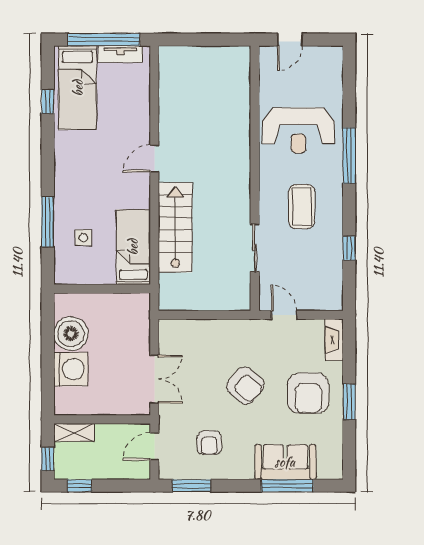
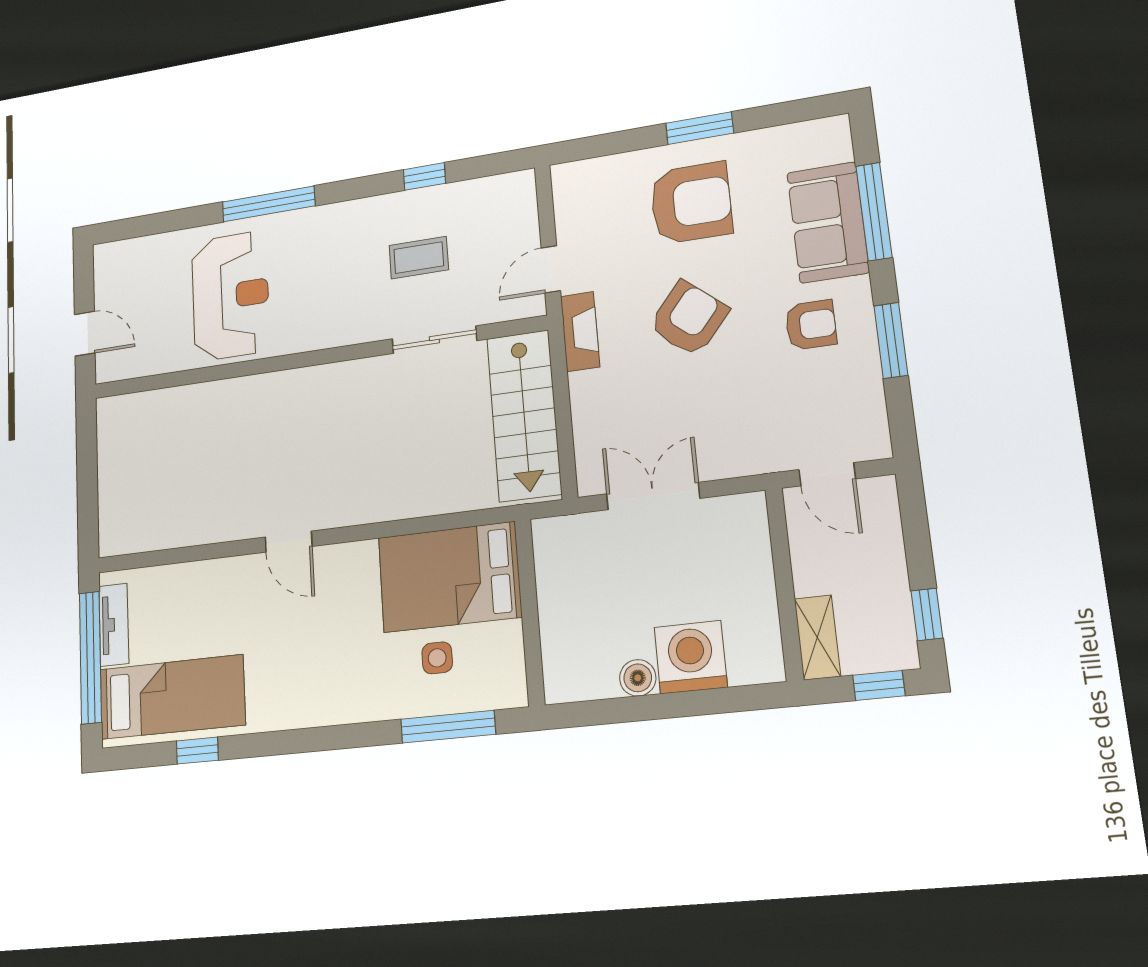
coffee table: (302, 207) -> (419, 258), moved, width x0.73, depth x0.77
window: (48, 222) -> (448, 727), moved
stairs: (175, 227) -> (524, 416), moved, turned -90
bed: (133, 247) -> (449, 577), width x1.50
boiler: (71, 334) -> (638, 678), width x0.54, depth x0.54
fireplace: (334, 340) -> (580, 332), moved, turned -90
double door: (154, 379) -> (653, 496), moved
armchair: (209, 443) -> (811, 325), moved
window: (192, 486) -> (891, 340), moved

